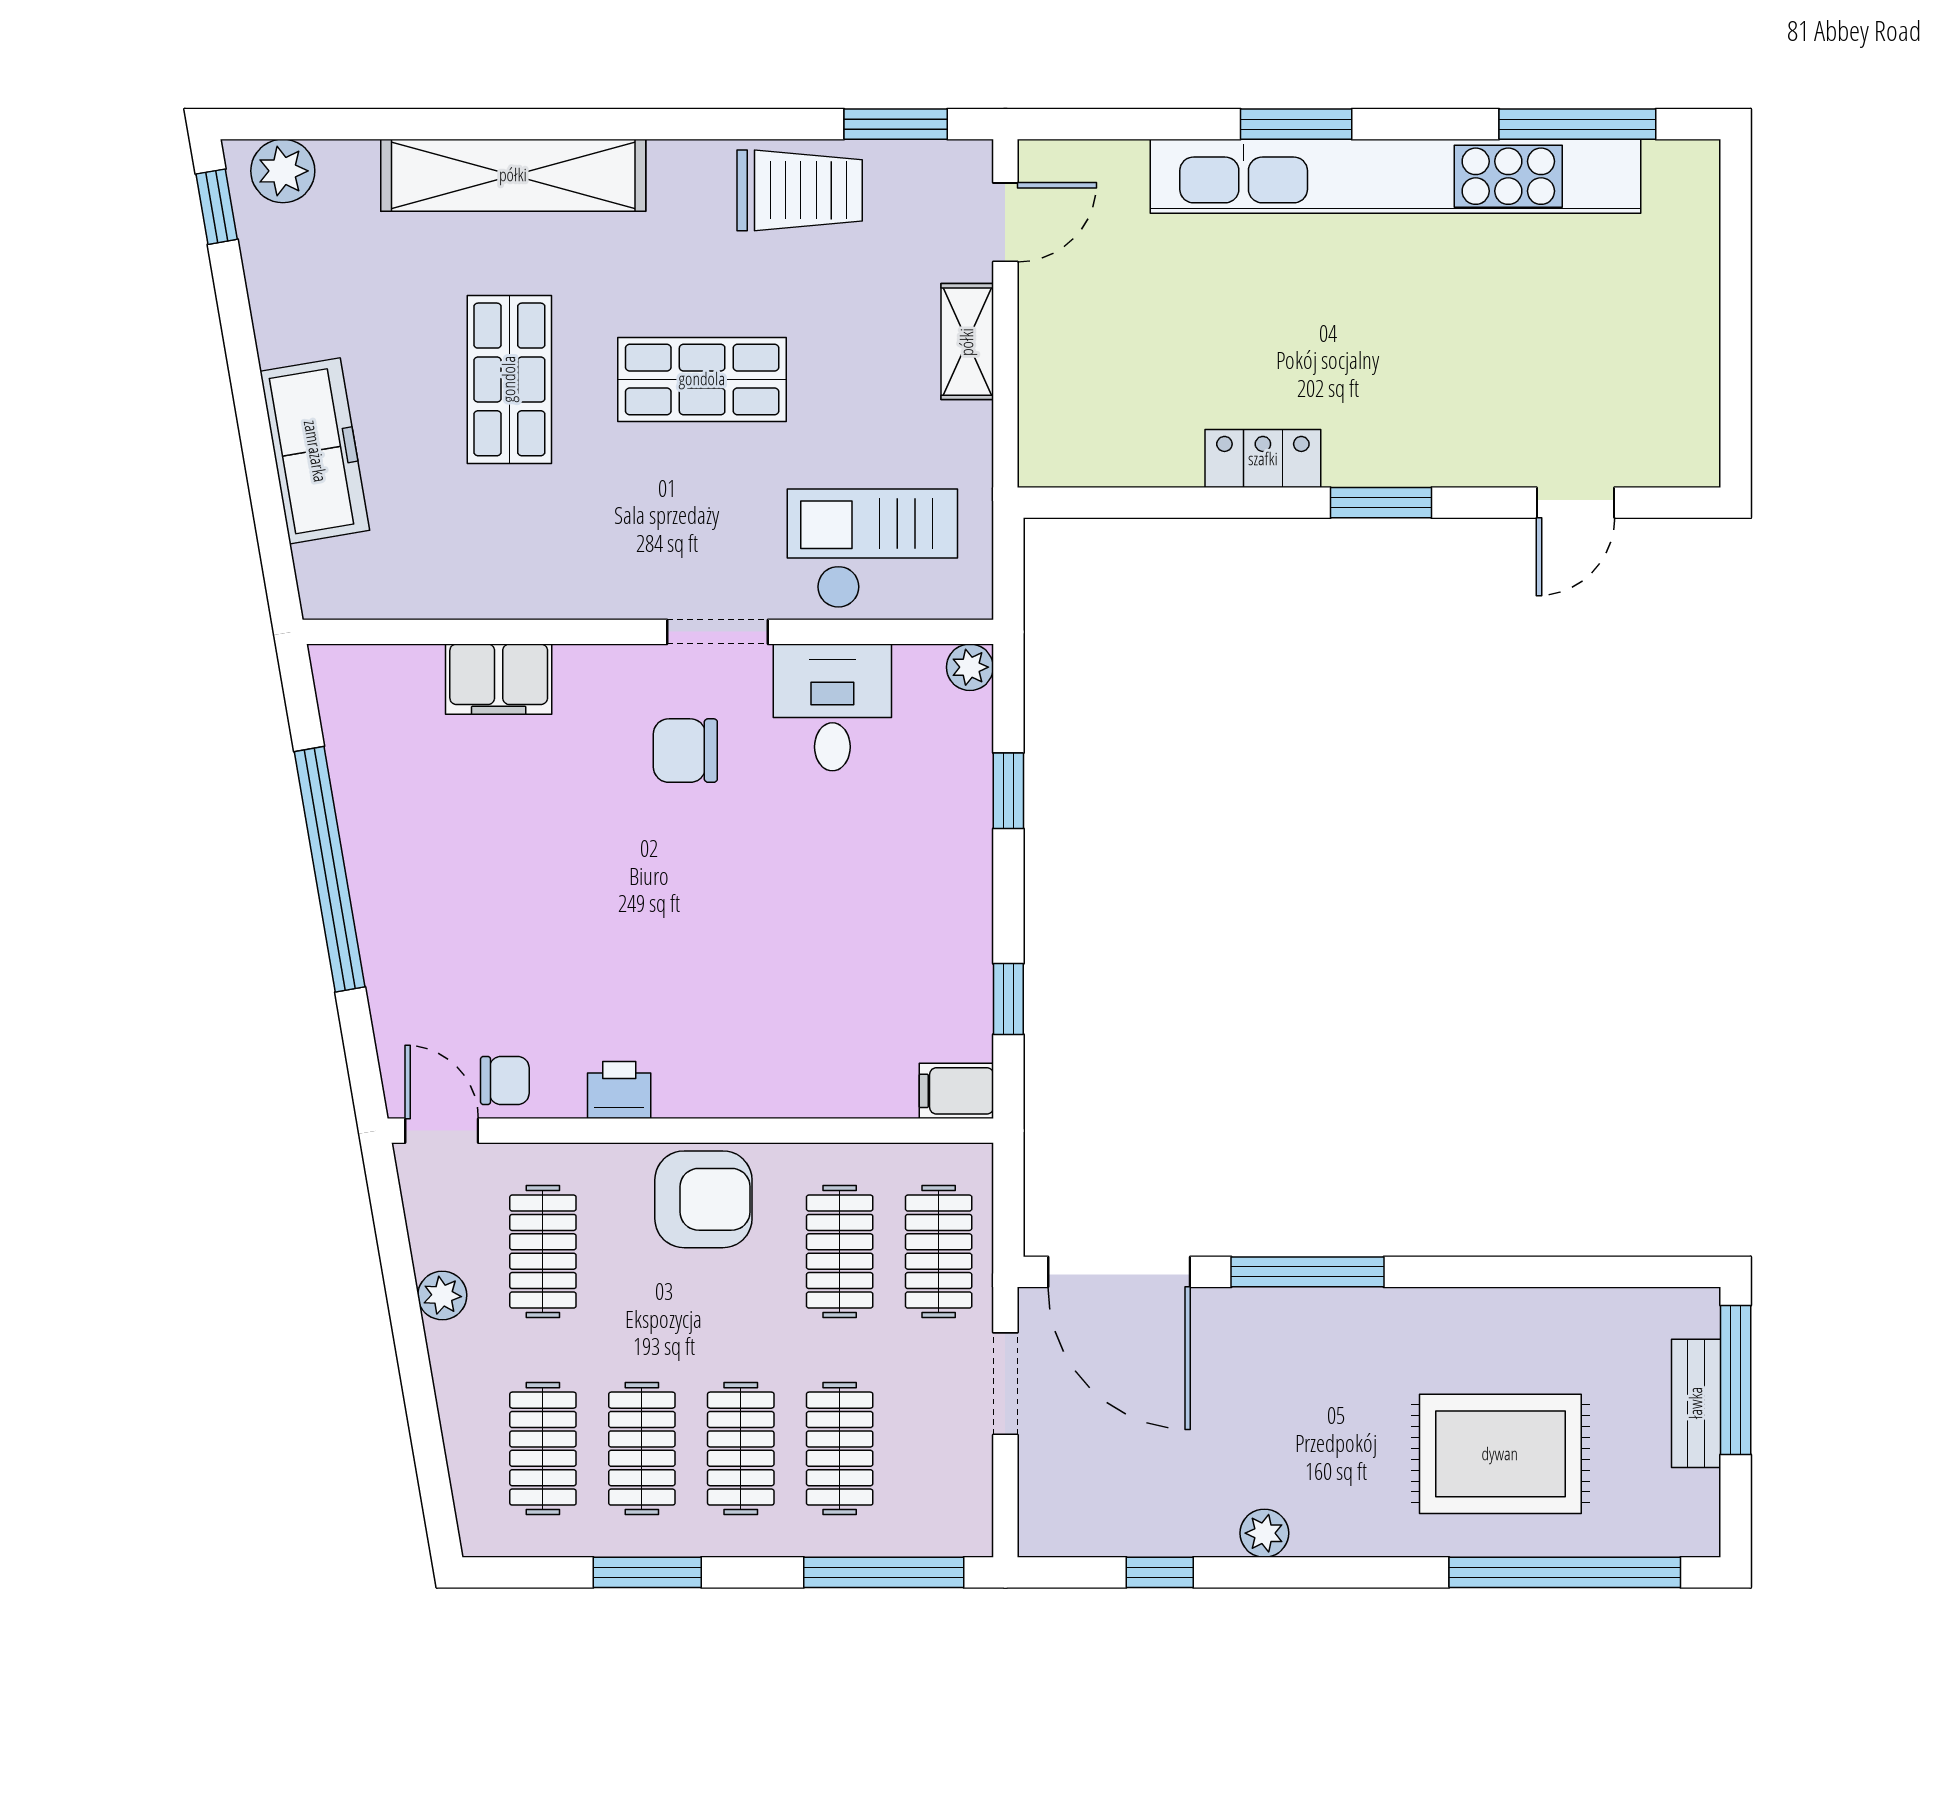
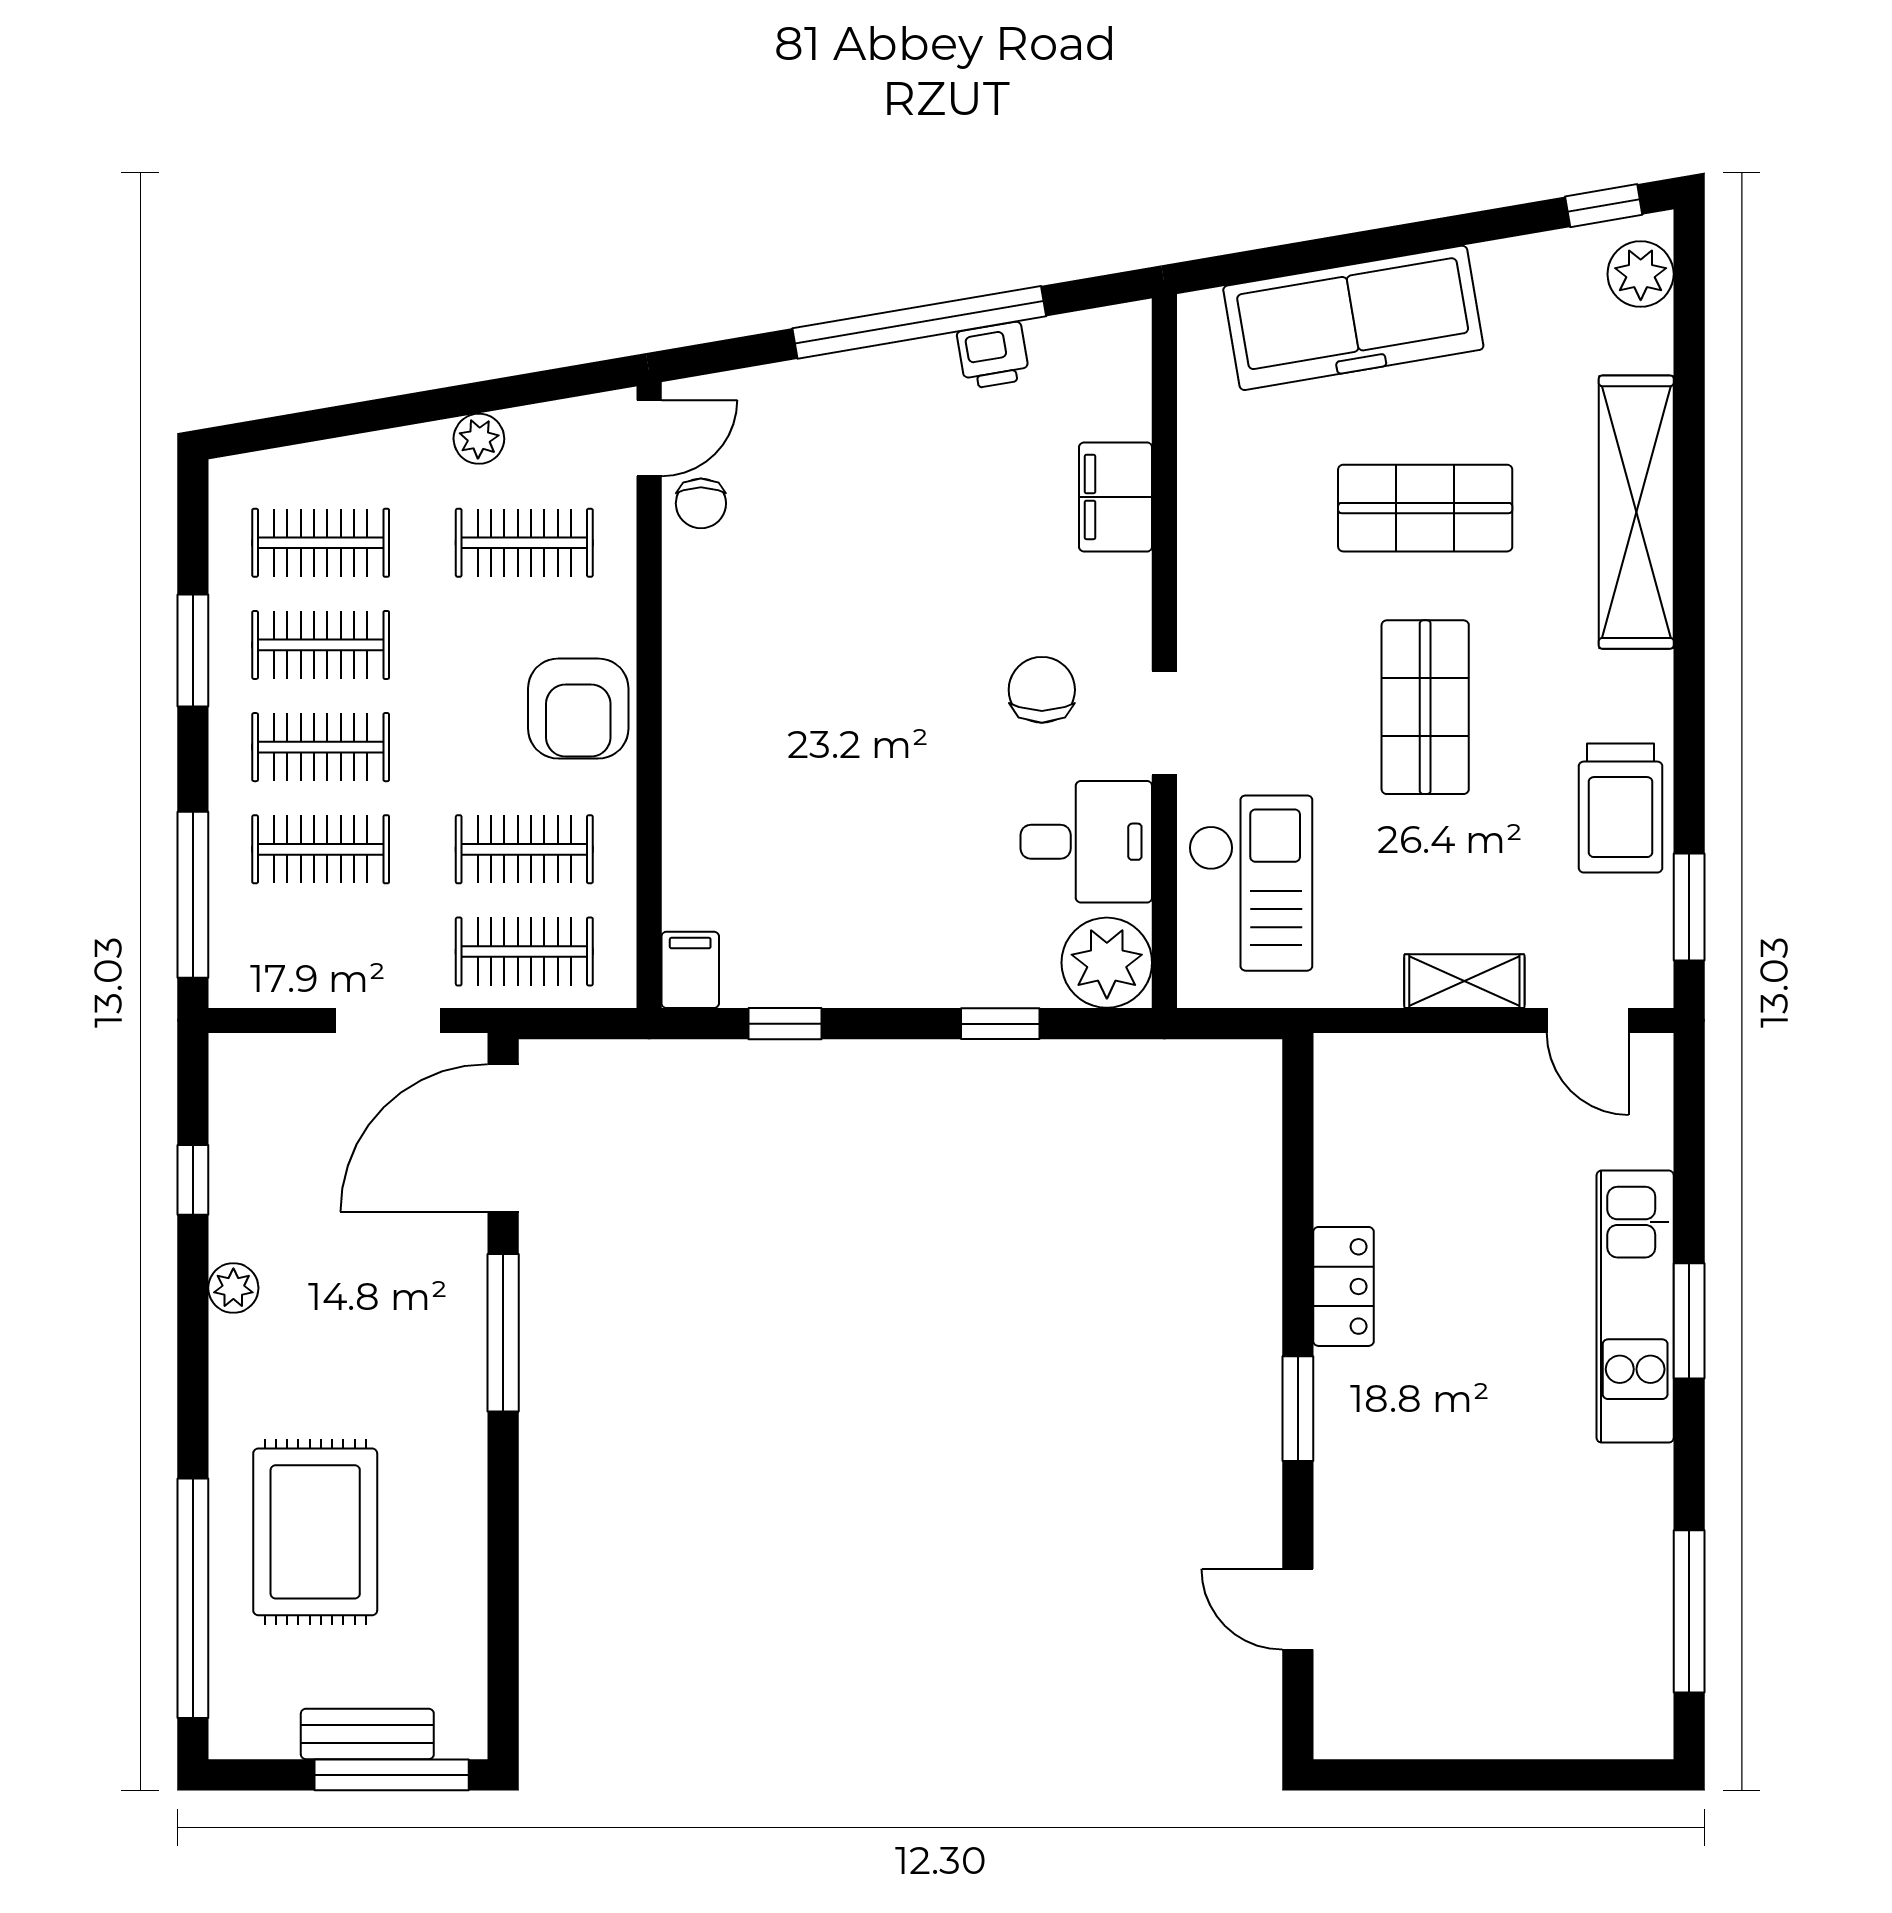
kitchen unit: (1396, 176) -> (1635, 1307), width x0.54
freezer: (315, 451) -> (1353, 318), width x1.36, depth x1.26
plant: (970, 667) -> (1107, 963), width x1.87, depth x1.87
printer: (619, 1090) -> (993, 355), moved, turned 80

